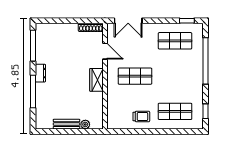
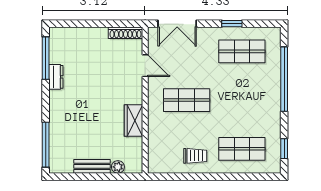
window: (187, 21) -> (232, 24), moved
dresser: (40, 73) -> (56, 77), moved
wardrobe: (97, 80) -> (133, 121), moved
window: (33, 92) -> (46, 145), moved

